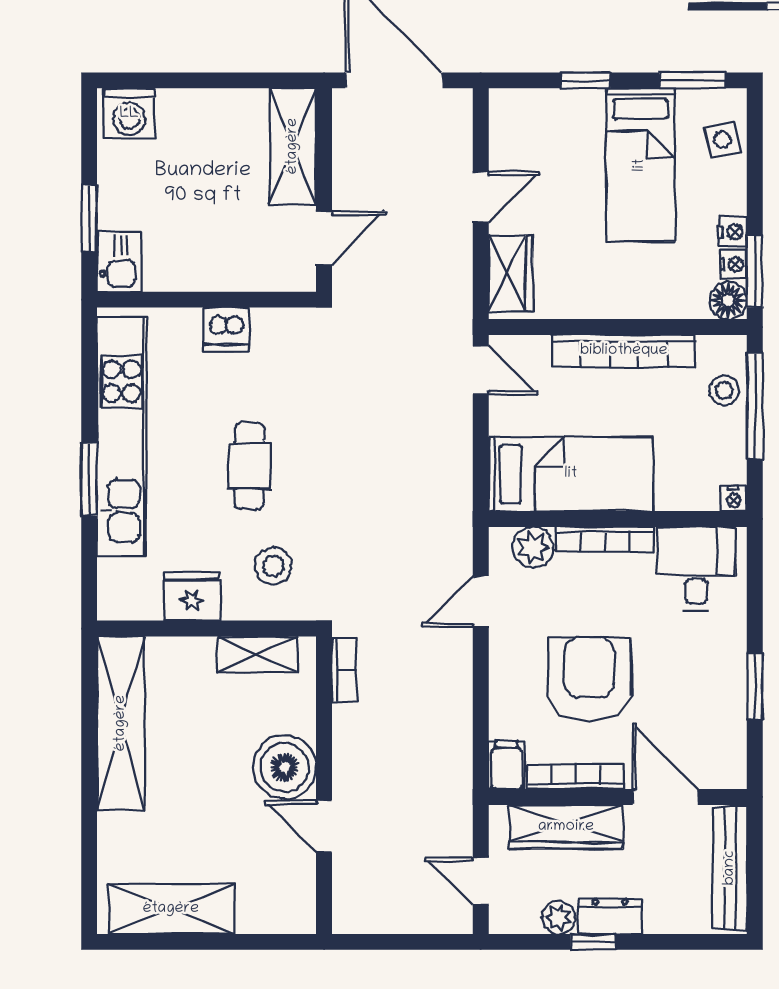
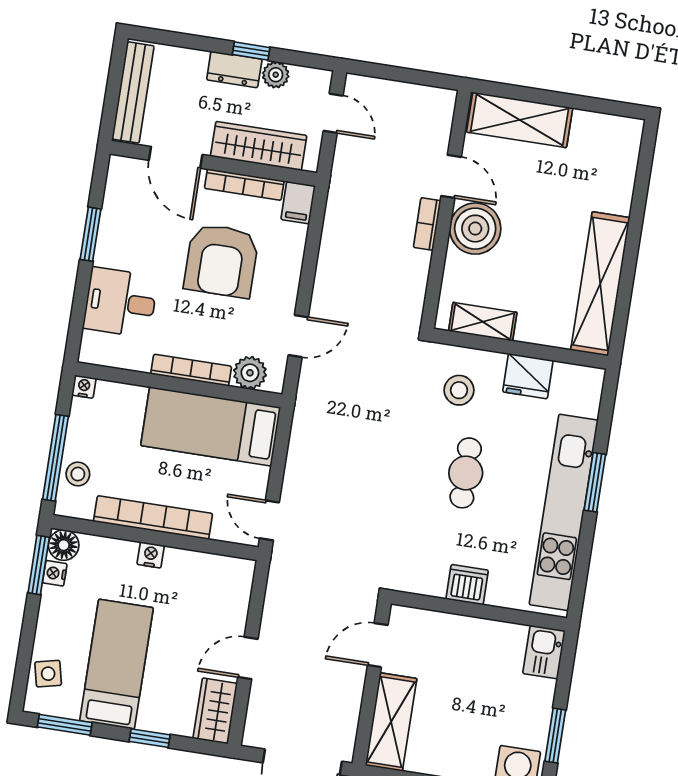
window: (89, 218) -> (555, 736), moved
nightstand: (733, 232) -> (151, 555), moved, turned 90
wardrobe: (511, 274) -> (215, 711), moved
desk: (696, 569) -> (120, 302), moved, turned 90
bookcase: (344, 670) -> (427, 224), moved
shelving: (171, 909) -> (520, 120), moved

